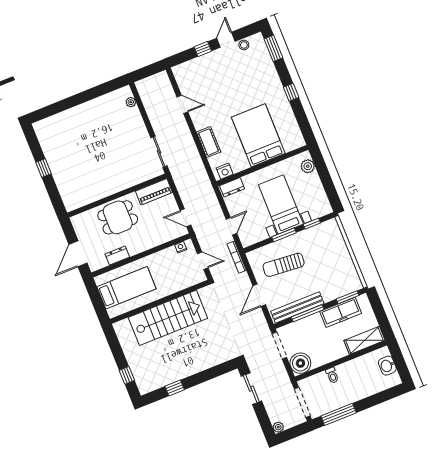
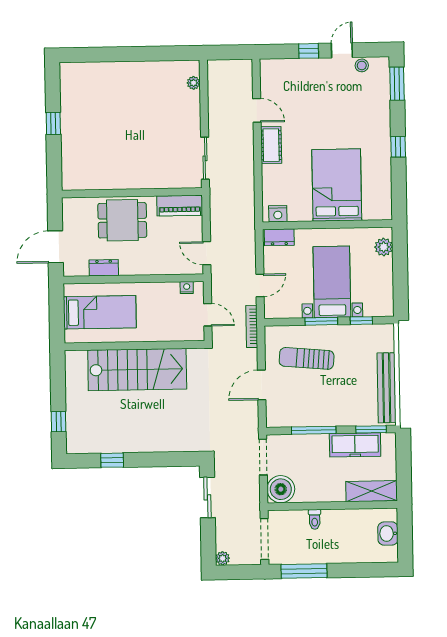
cot: (209, 142) -> (271, 145), moved
bench: (297, 307) -> (387, 388), moved, turned 90

